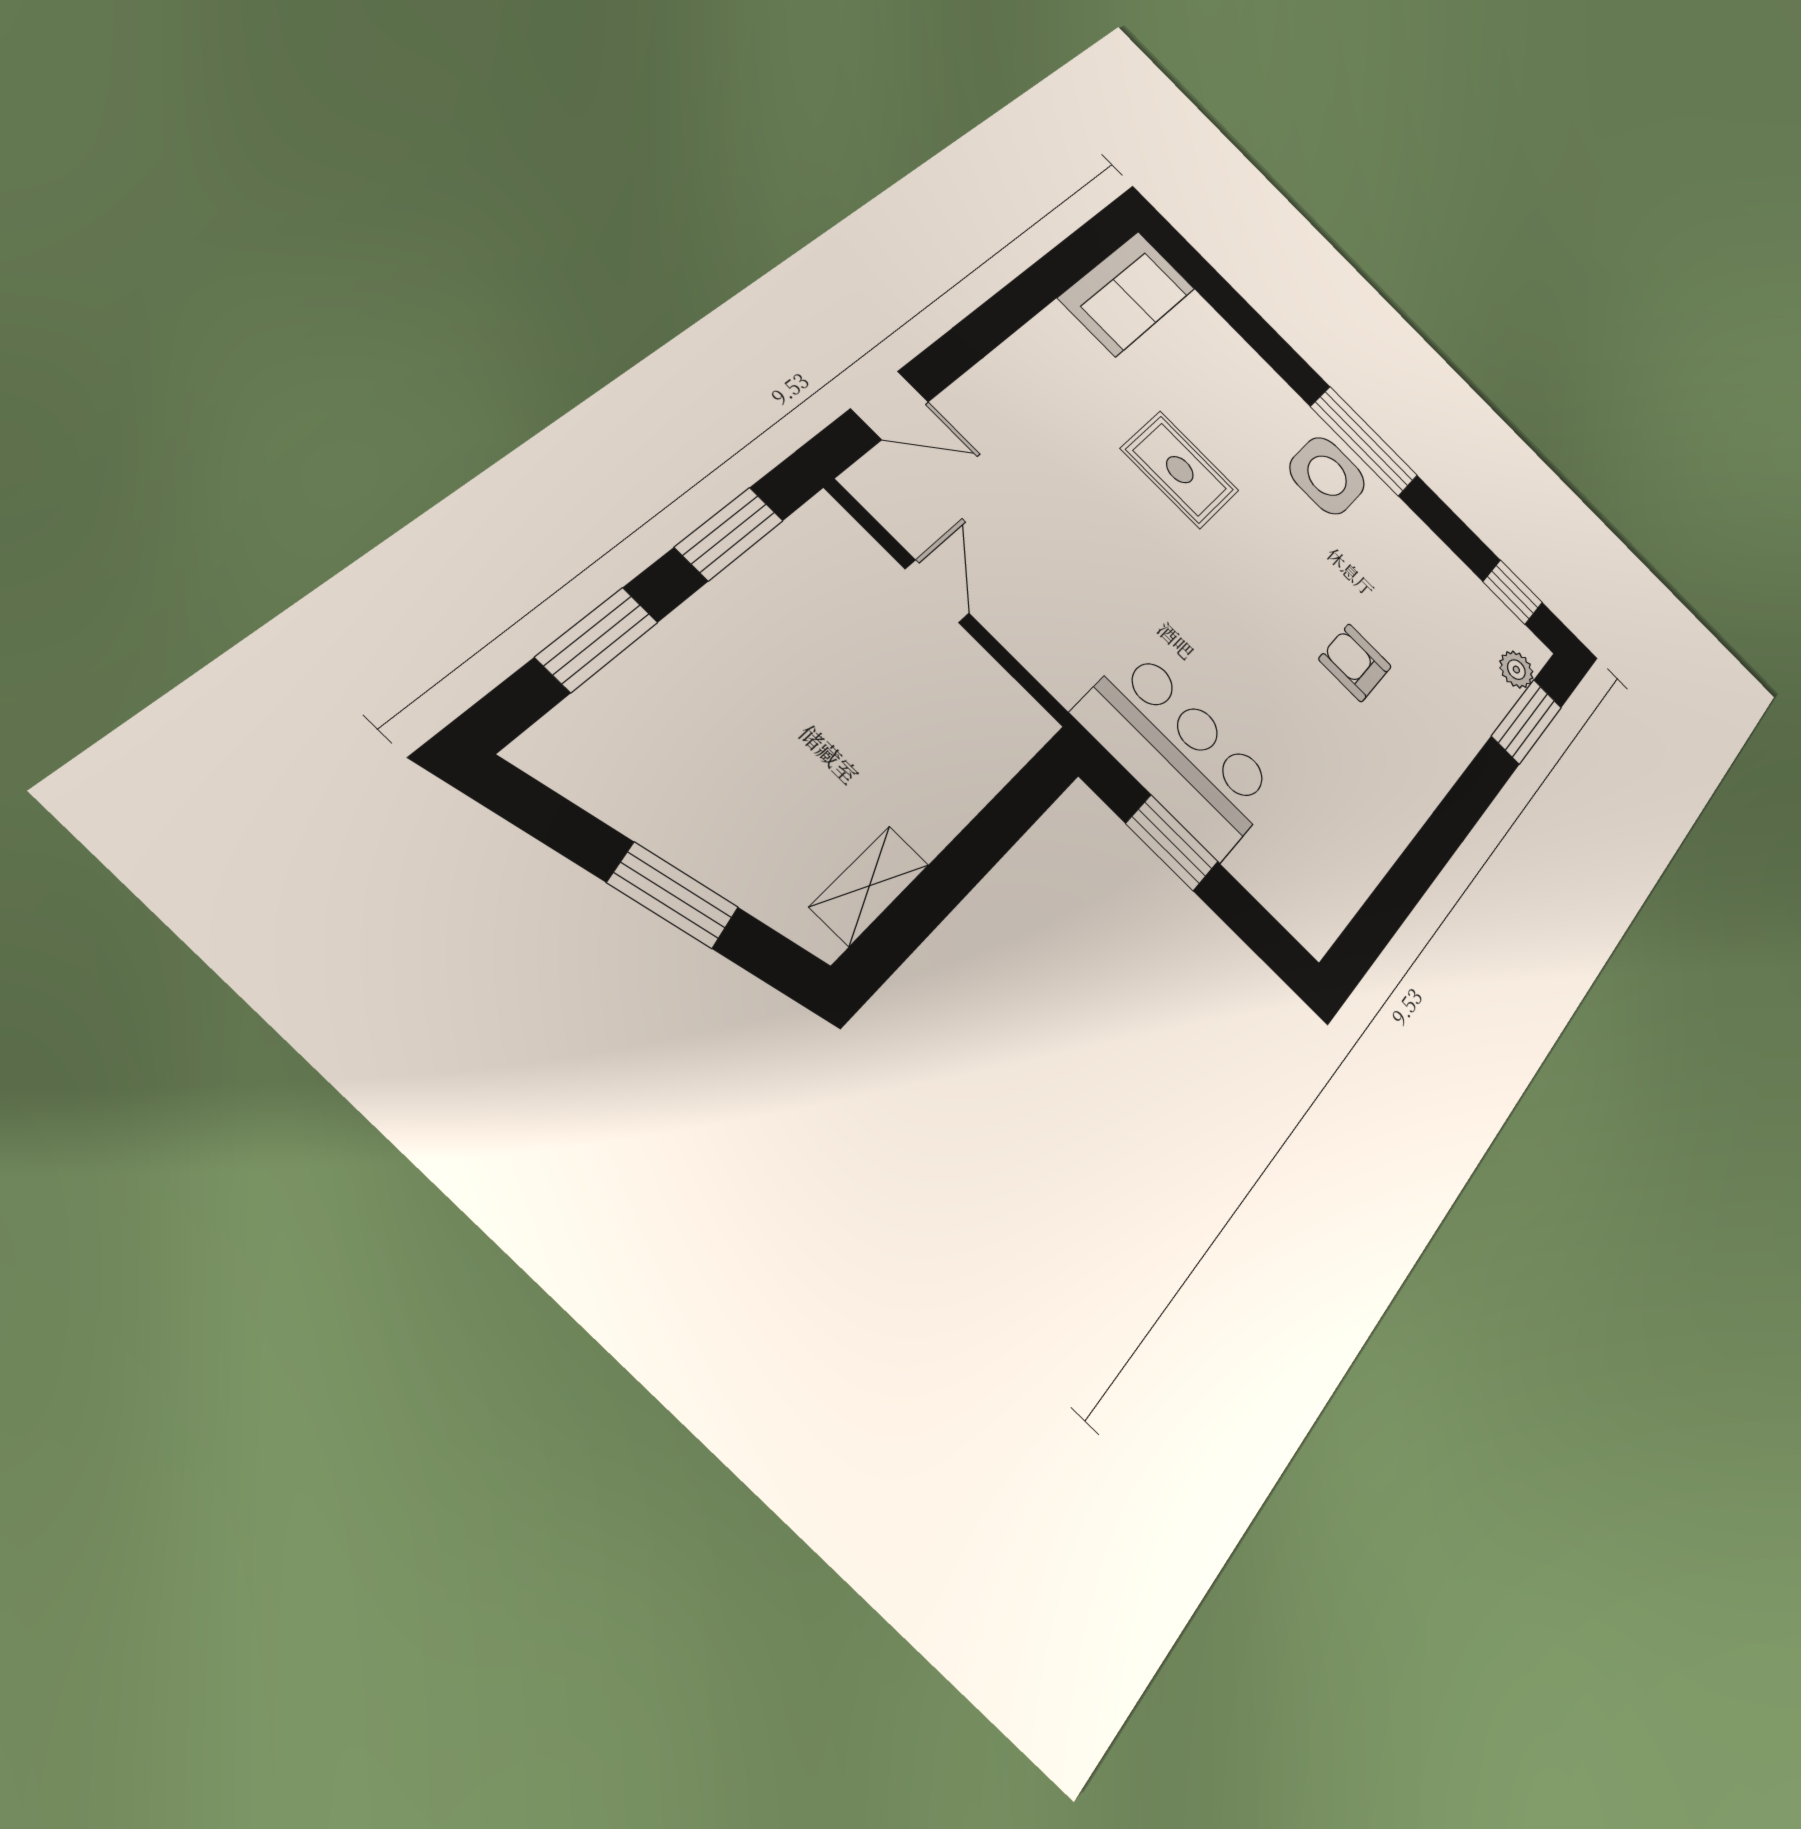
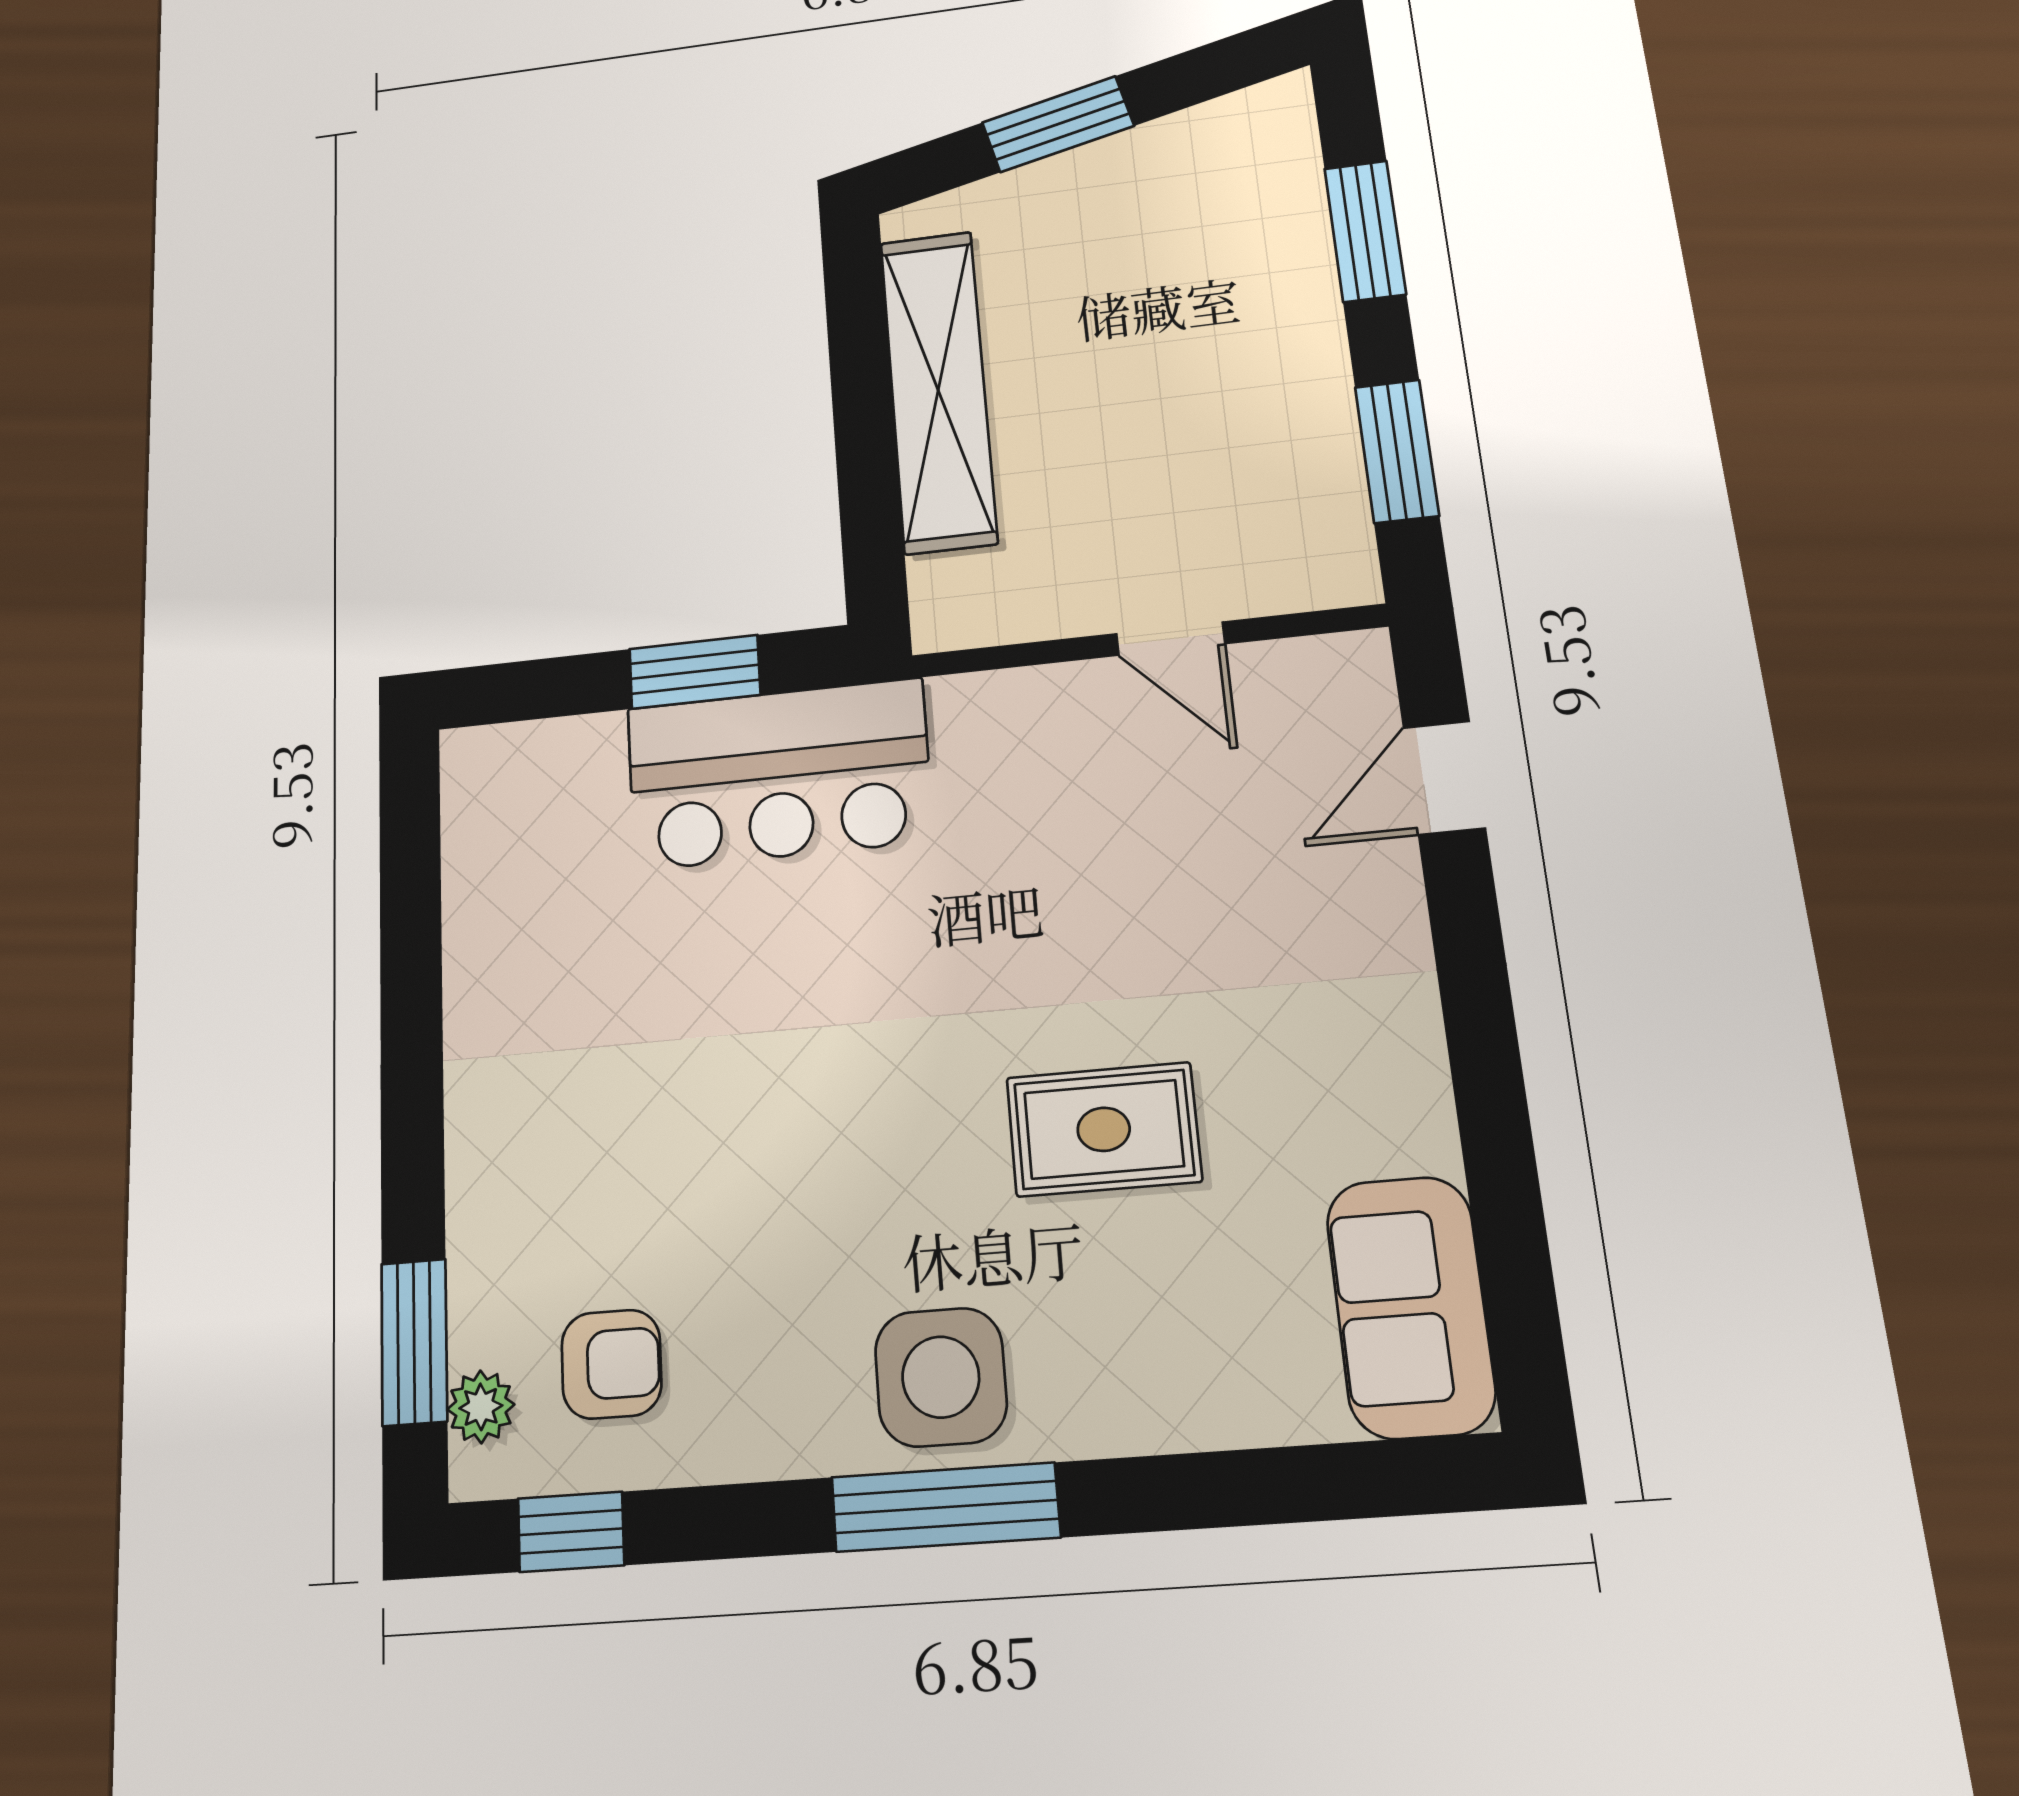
armchair: (1355, 663) -> (611, 1364), moved
shelving: (869, 886) -> (938, 390), width x2.20, depth x1.33

